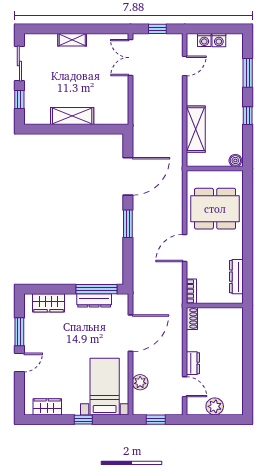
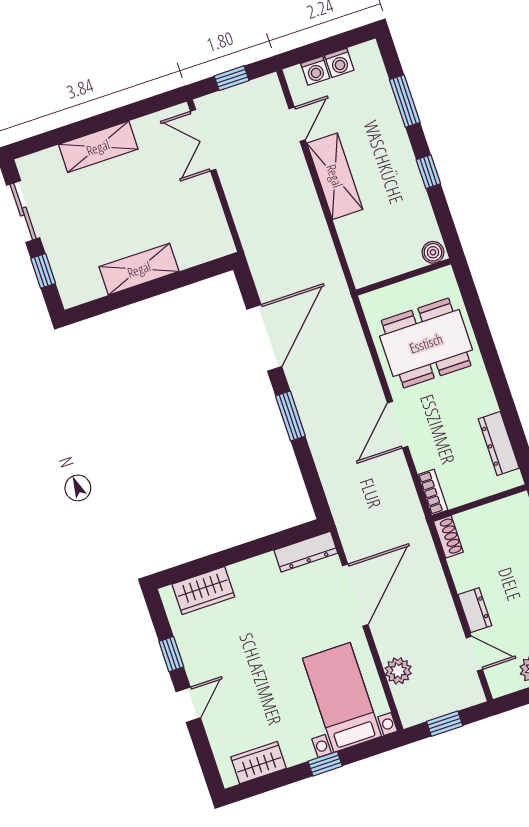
shelving: (72, 40) -> (98, 147), width x1.50, depth x1.33
shelving: (196, 129) -> (335, 176), moved
window: (96, 289) -> (275, 541), removed
dresser: (94, 300) -> (306, 552), moved
window: (19, 332) -> (171, 654), width x0.67

